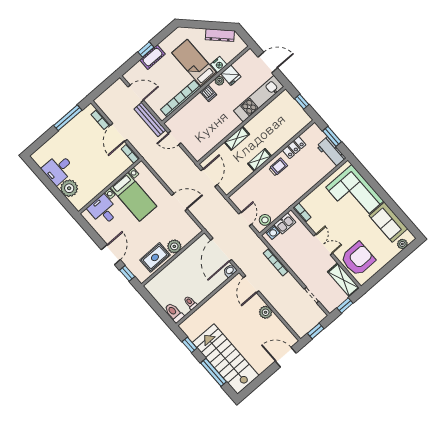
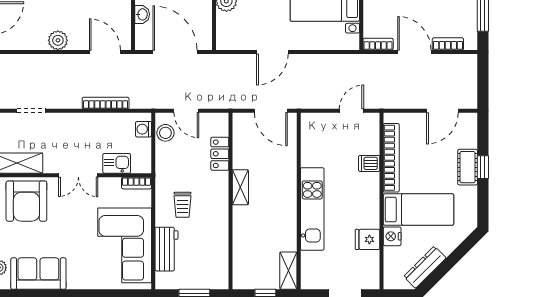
plant: (219, 81) -> (373, 221), removed
dishwasher: (208, 93) -> (369, 163), moved
kitchen unit: (259, 99) -> (312, 209), moved
bench: (150, 119) -> (398, 101), removed
shelving: (237, 138) -> (288, 271), moved
locker: (294, 147) -> (220, 154), moved
workbench: (331, 152) -> (166, 249), moved, turned 90
trolley: (278, 167) -> (183, 205), moved
corner sofa: (355, 194) -> (125, 245), moved, turned -90
kitchen sink: (285, 223) -> (117, 163), moved, turned 90
washbasin: (230, 271) -> (142, 14), moved

